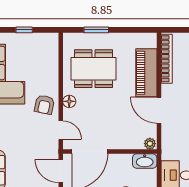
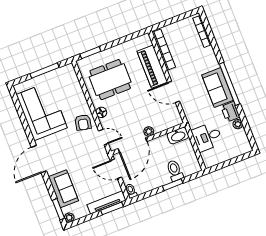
window: (24, 30) -> (44, 71), width x2.17
window: (96, 30) -> (90, 53), moved
plant: (150, 144) -> (149, 131), moved

